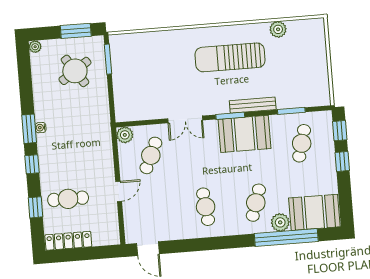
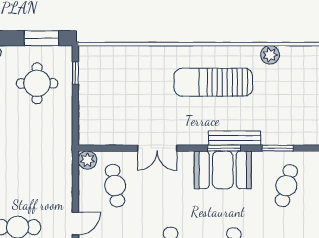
window: (108, 59) -> (75, 73), width x0.67
round table: (75, 71) -> (37, 83), turned 34
window: (230, 116) -> (224, 148), moved
cafe table: (151, 155) -> (115, 186), turned -33

